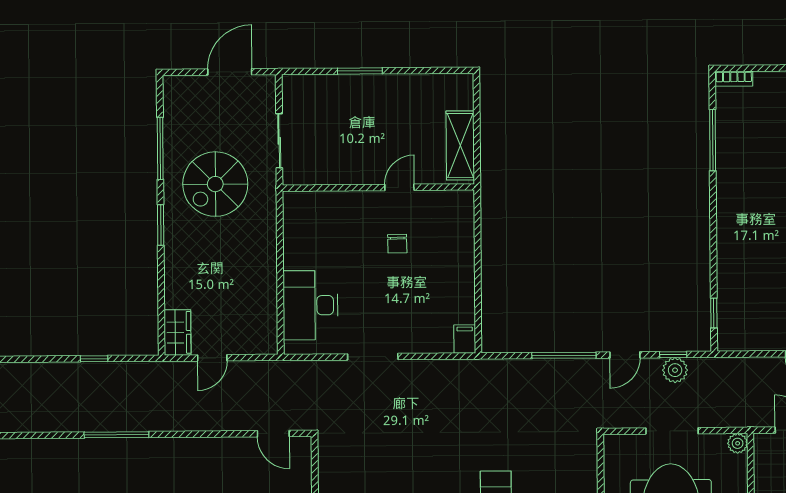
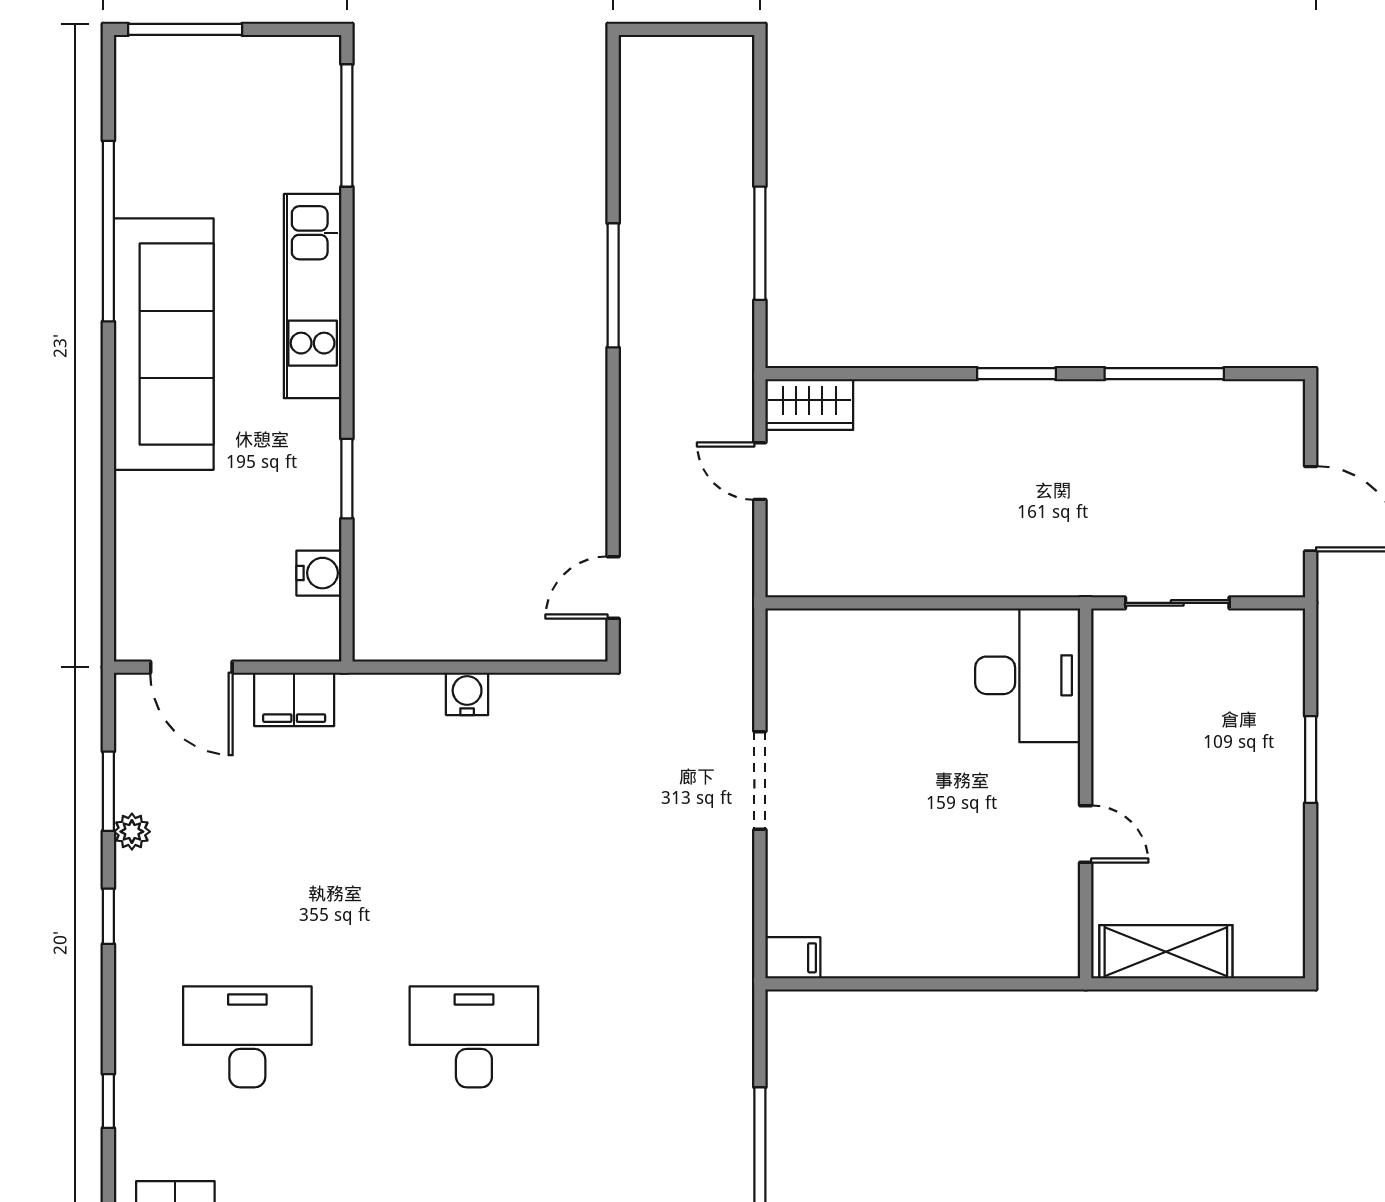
spiral stairs: (215, 184) -> (1095, 479), removed
chair: (397, 244) -> (977, 829), removed
desk: (310, 305) -> (1028, 675), moved, turned 90
window: (94, 359) -> (760, 243), width x2.17

